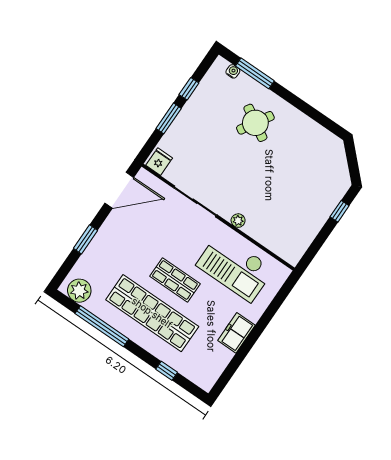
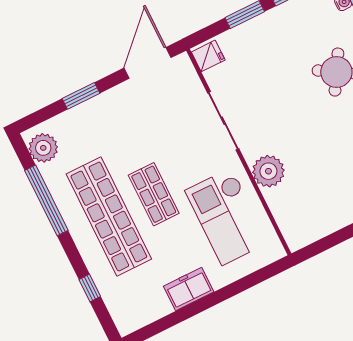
door: (119, 190) -> (148, 63), swing flipped
plant: (238, 221) -> (268, 171), width x1.87, depth x1.87

